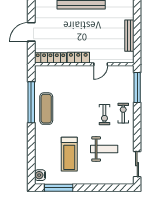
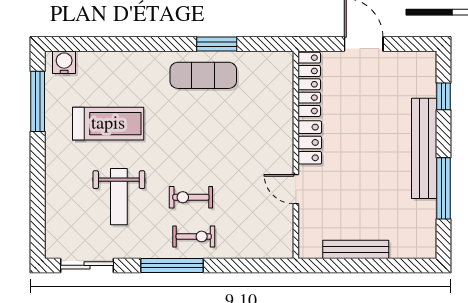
window: (137, 88) -> (172, 265), moved
window: (31, 102) -> (217, 44), width x0.47
treadmill: (69, 154) -> (108, 124), turned 180

